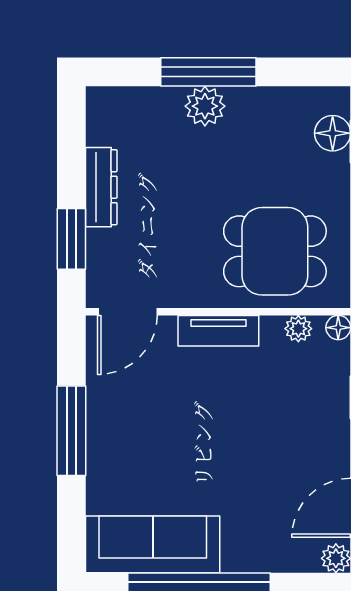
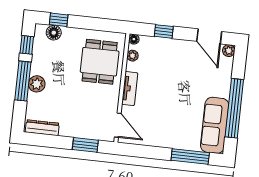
window: (296, 72) -> (27, 45), added
dresser: (101, 187) -> (42, 128), moved
window: (71, 431) -> (190, 156), moved

